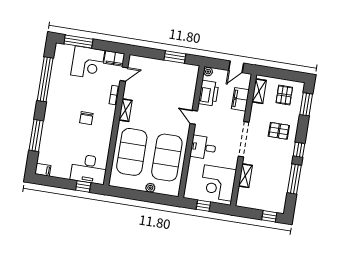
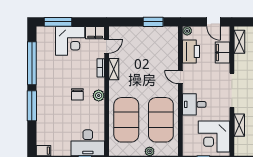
door: (236, 67) -> (213, 22), hinge flipped
shelving: (125, 110) -> (114, 69), moved
plant: (108, 123) -> (99, 96), added
window: (36, 135) -> (32, 106), moved

